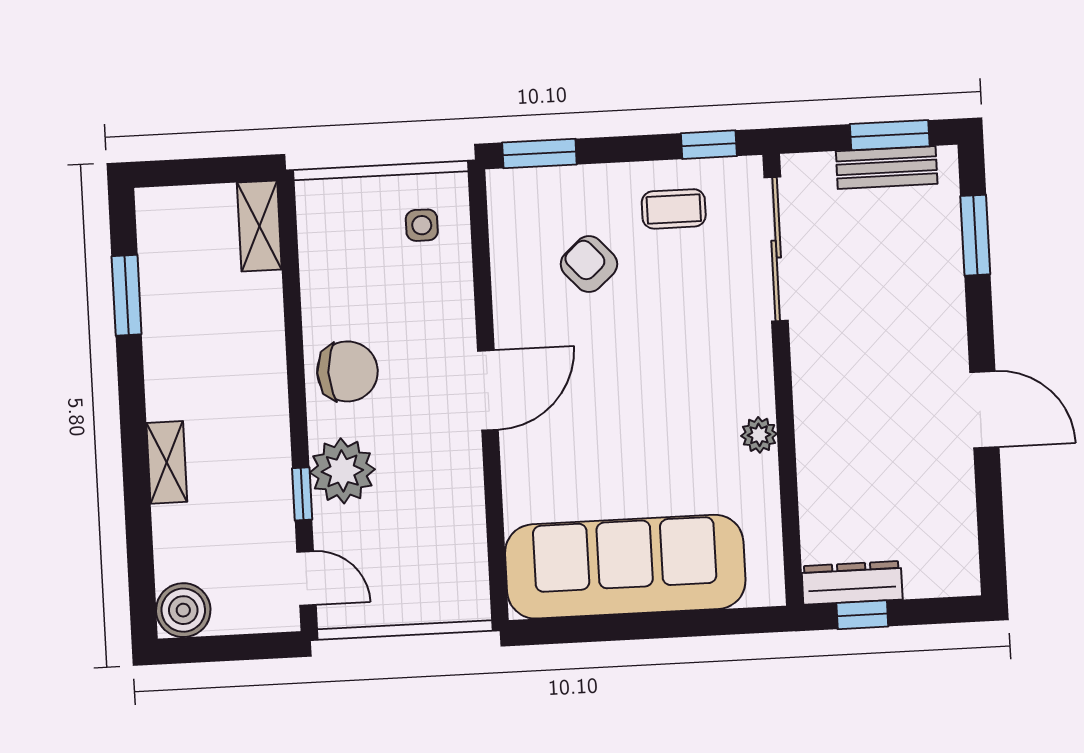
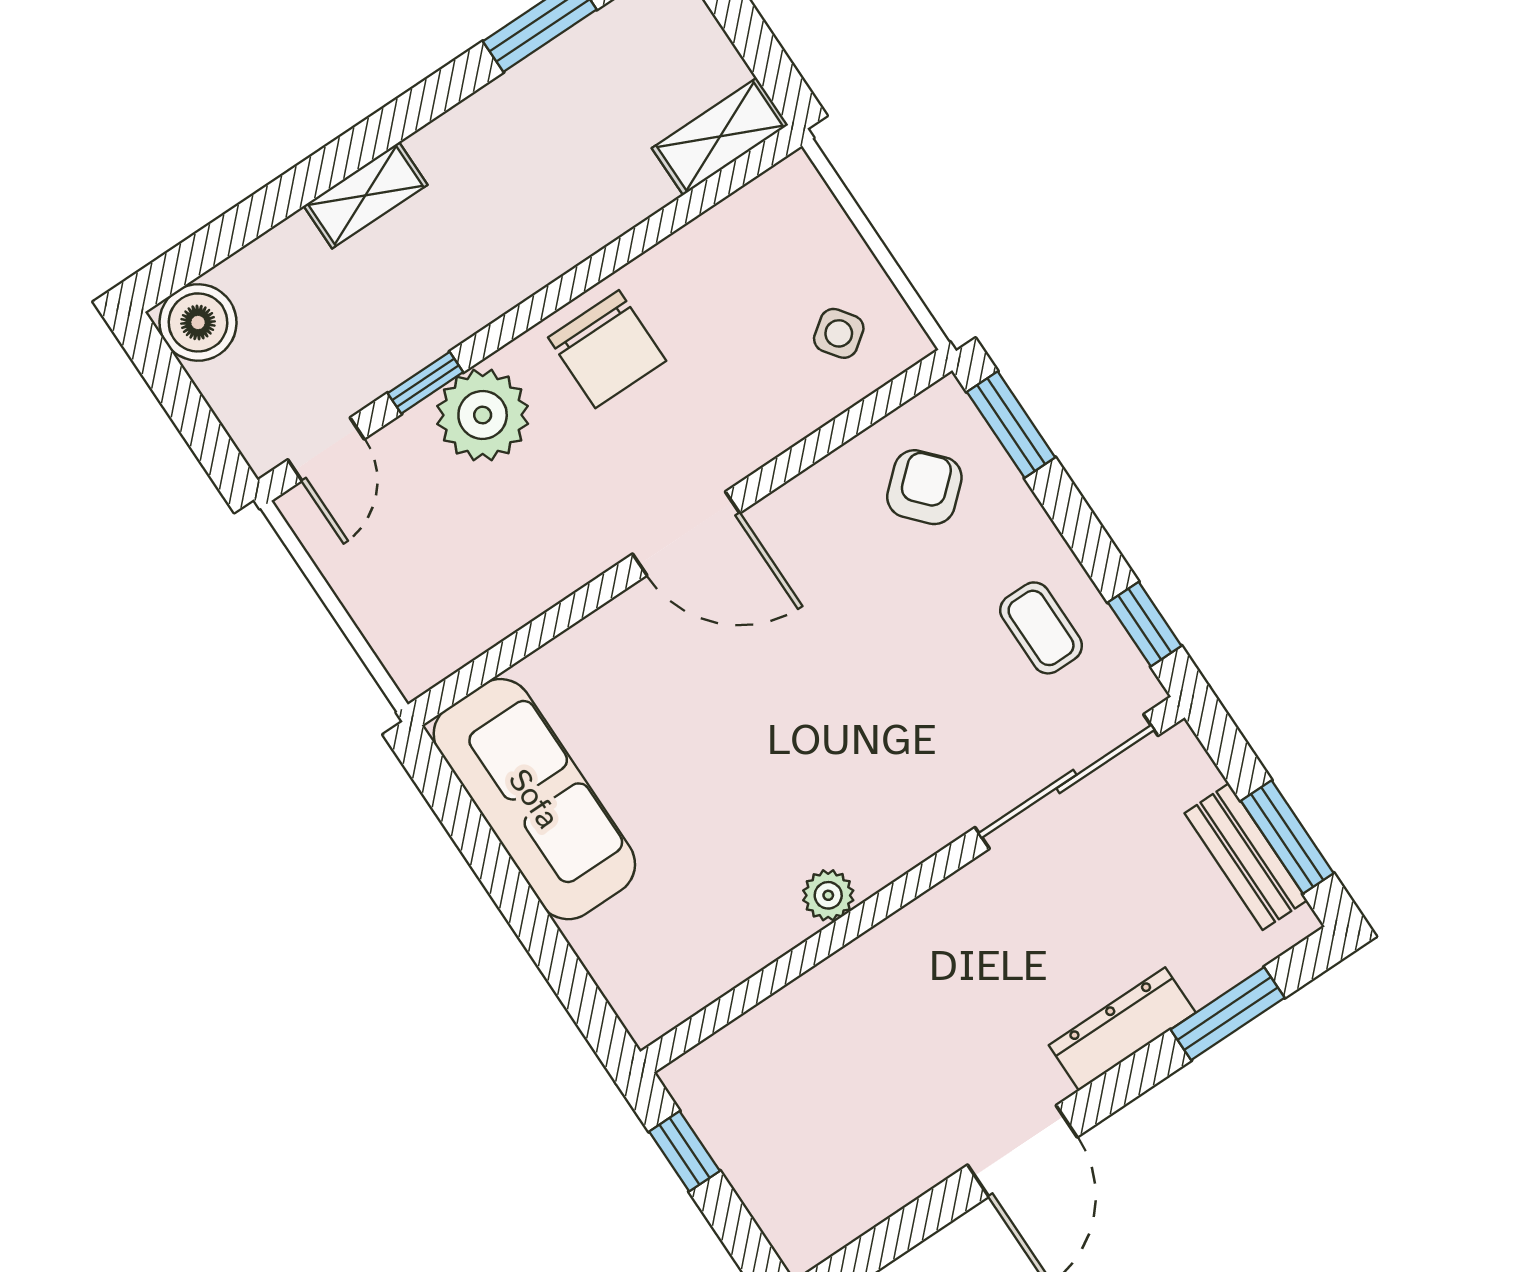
side table: (422, 225) -> (839, 333), turned -36
armchair: (589, 264) -> (924, 487), moved
sofa: (625, 567) -> (534, 799), width x0.74, depth x0.79
dresser: (852, 583) -> (1122, 1029), moved, turned -90

